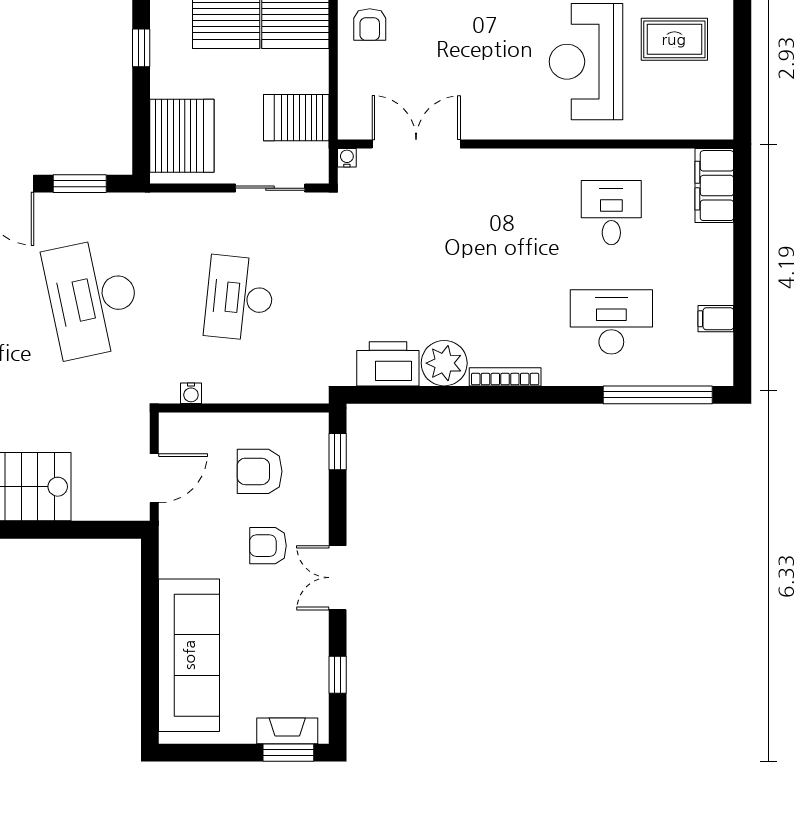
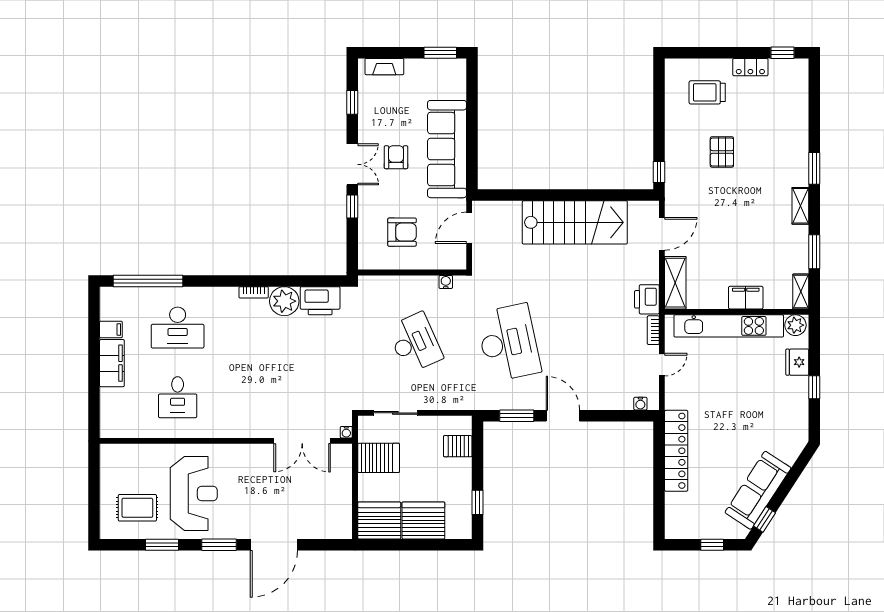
armchair: (370, 25) -> (332, 517), removed
server rack: (182, 136) -> (458, 446), width x0.46, depth x0.70
filing cabinet: (714, 186) -> (112, 363), moved
desk: (239, 298) -> (415, 343), turned -30
bookcase: (505, 377) -> (254, 292), width x0.64
window: (338, 452) -> (352, 206), moved
armchair: (268, 546) -> (396, 157), moved, turned -90
sofa: (189, 655) -> (447, 149), moved
window: (288, 753) -> (440, 53), moved

